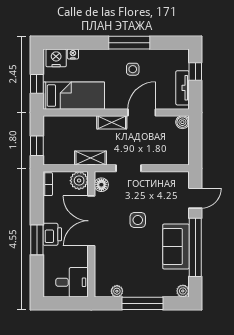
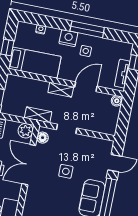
nightstand: (56, 58) -> (68, 38), moved

